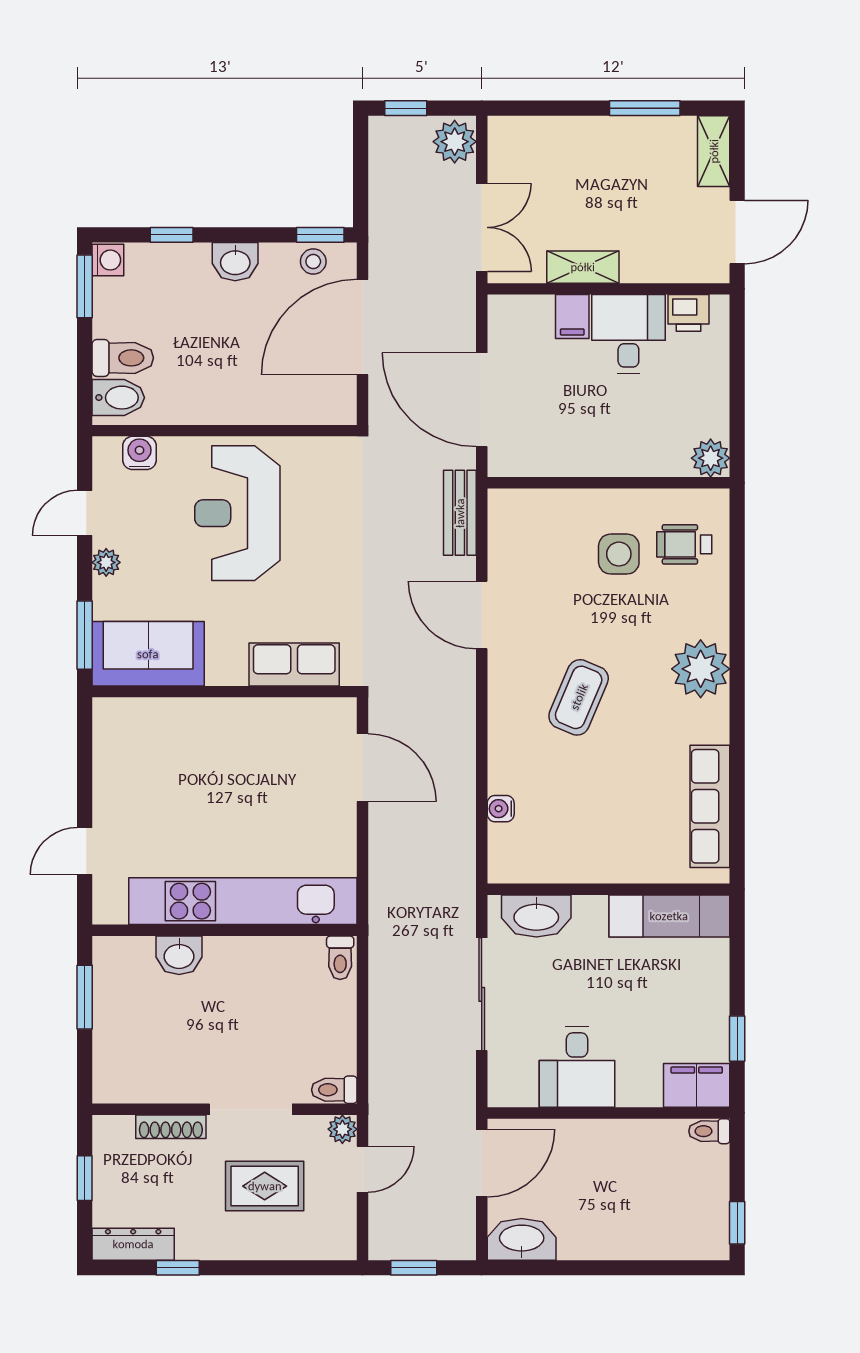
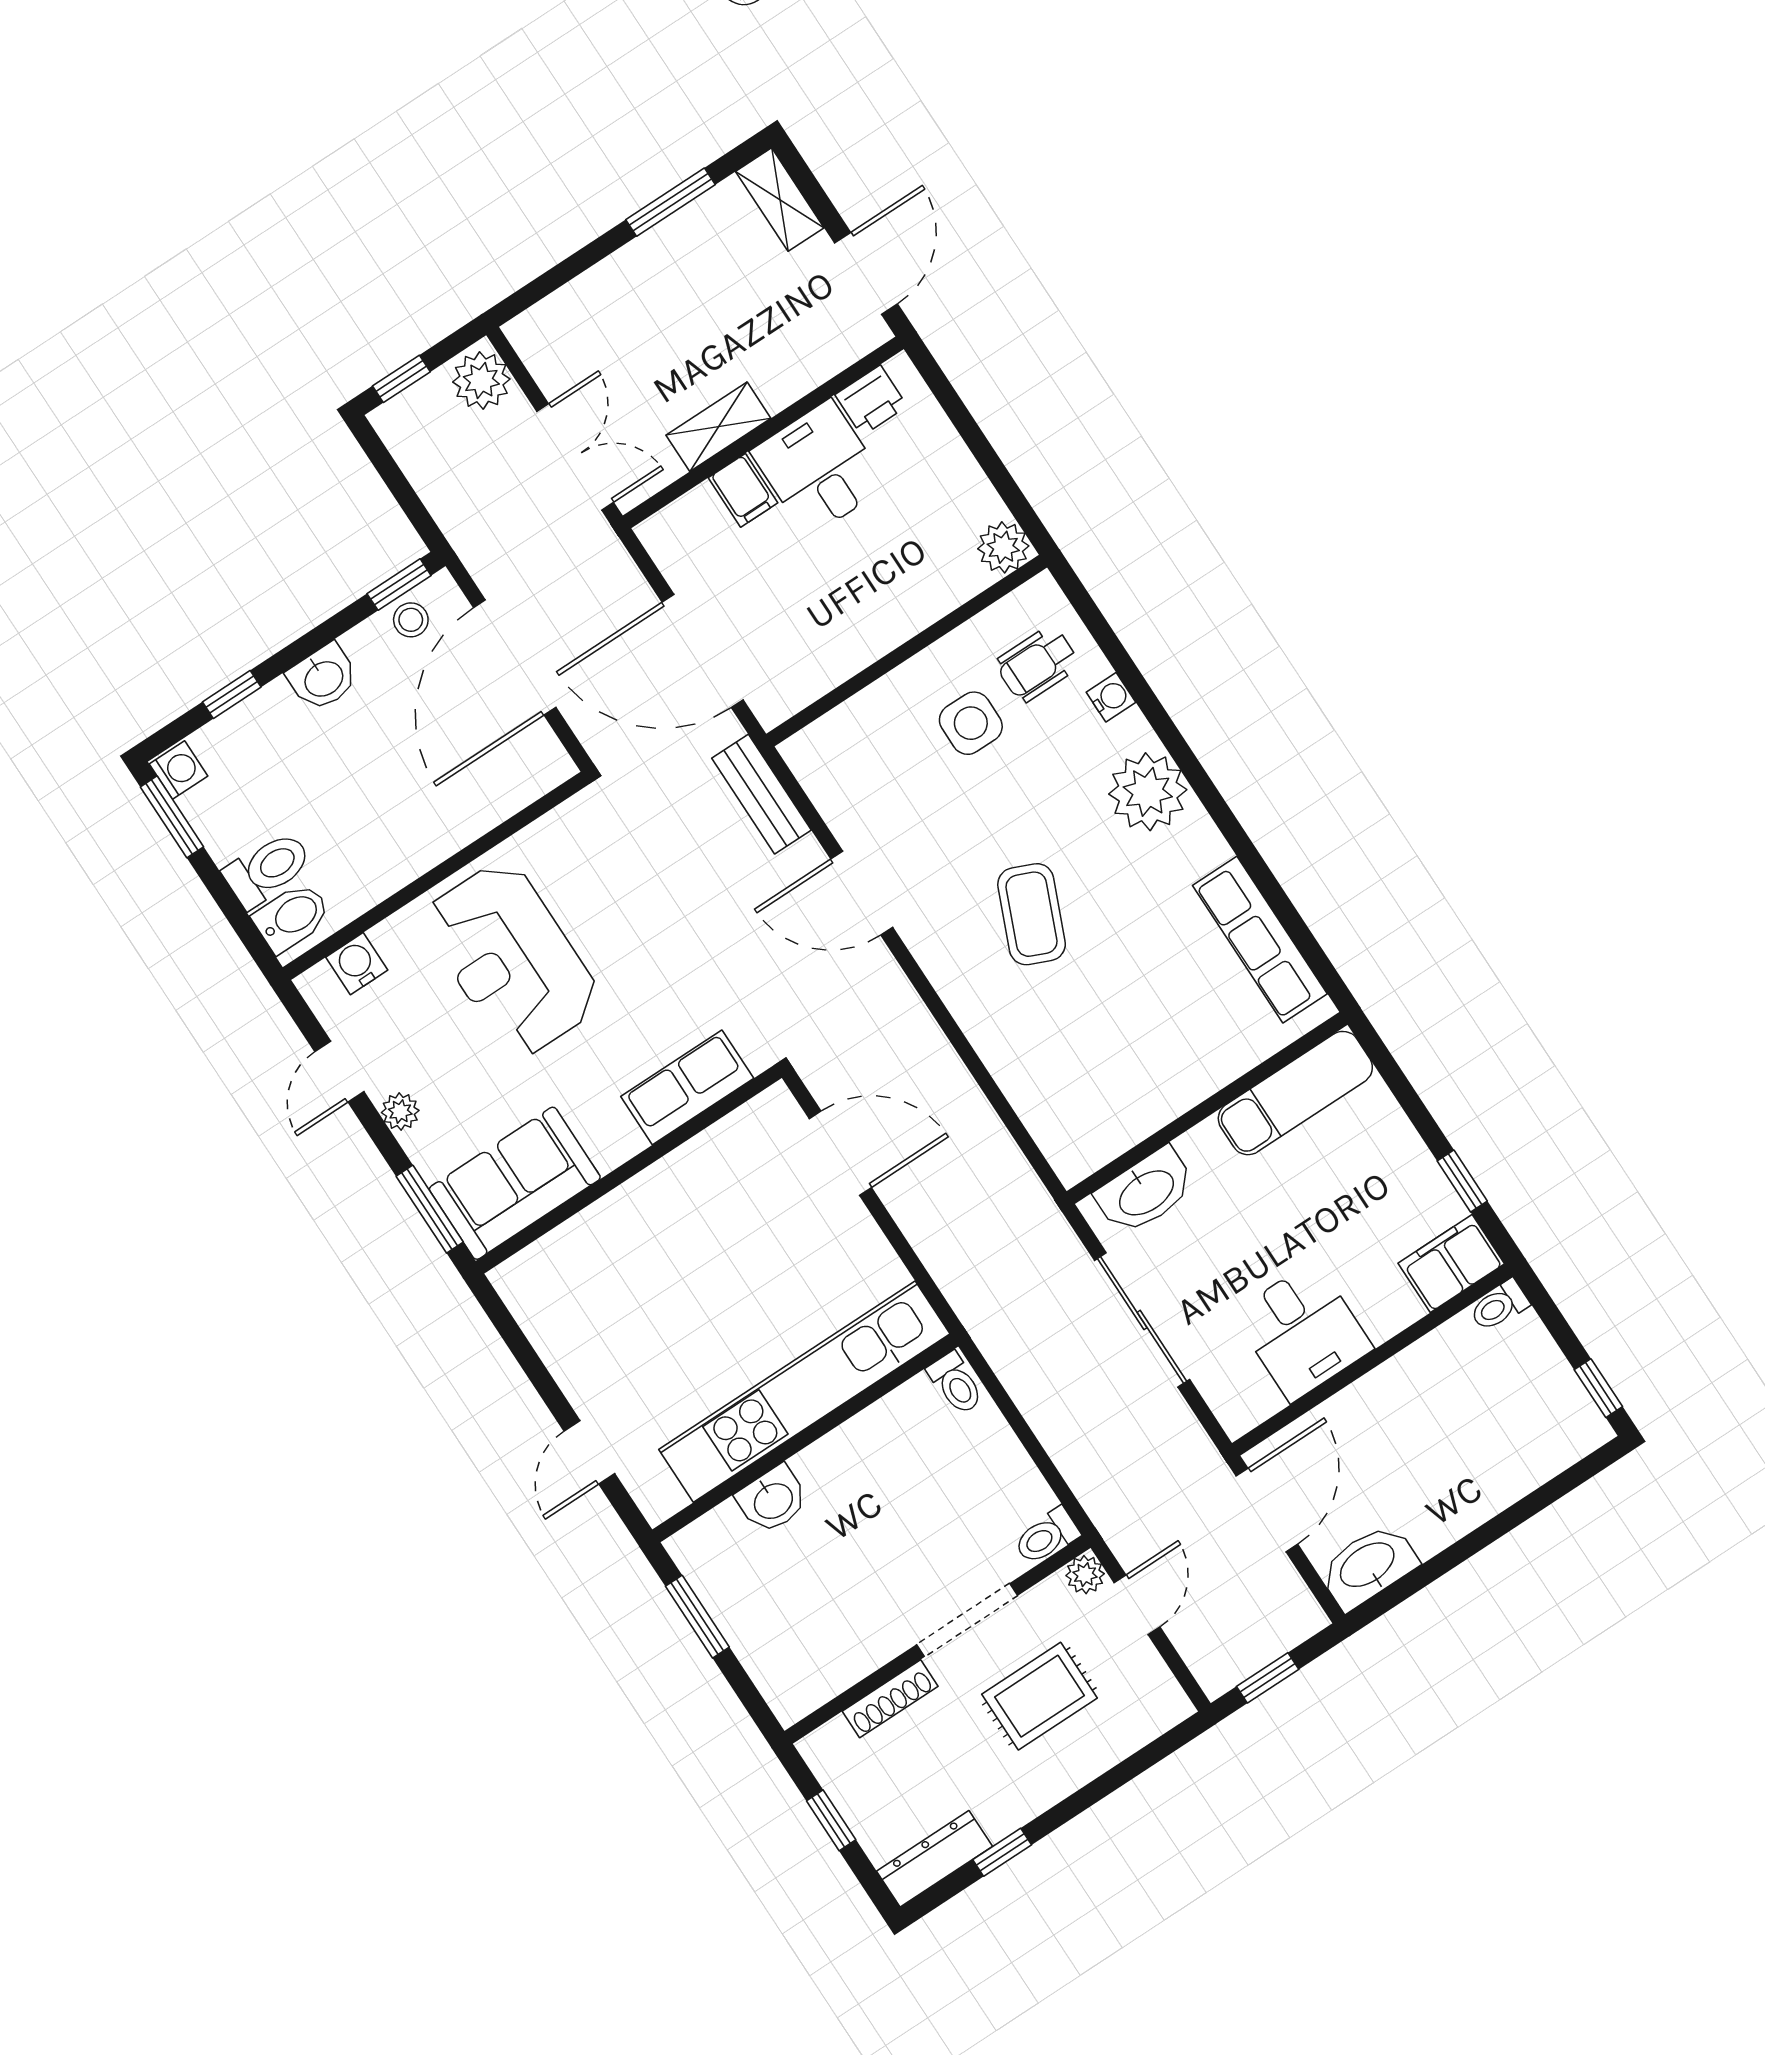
water cooler: (501, 809) -> (1111, 697), moved, turned 180

